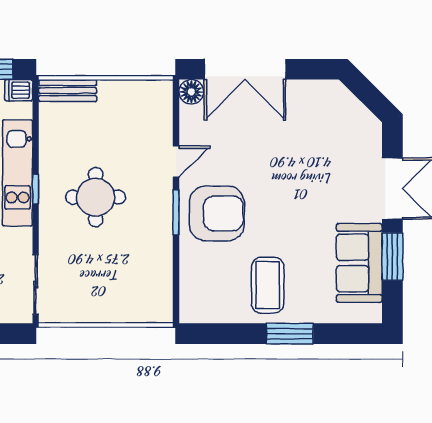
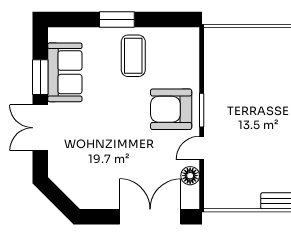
floor lamp: (191, 92) -> (190, 176), moved
round table: (96, 197) -> (262, 121), removed

